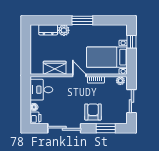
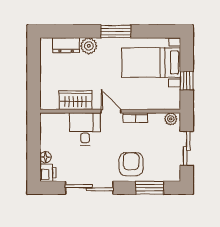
window: (131, 42) -> (187, 81), moved
bed with nightstands: (107, 57) -> (151, 62), moved
desk: (41, 90) -> (85, 129), moved, turned 90

